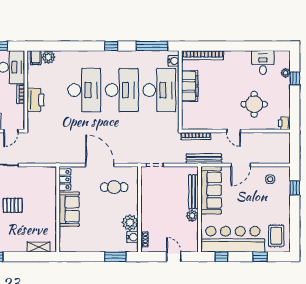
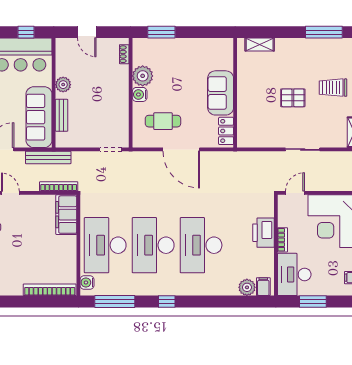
filing cabinet: (190, 86) -> (66, 215), moved
bench: (193, 192) -> (62, 115), width x0.73
water cooler: (132, 237) -> (140, 94), moved

